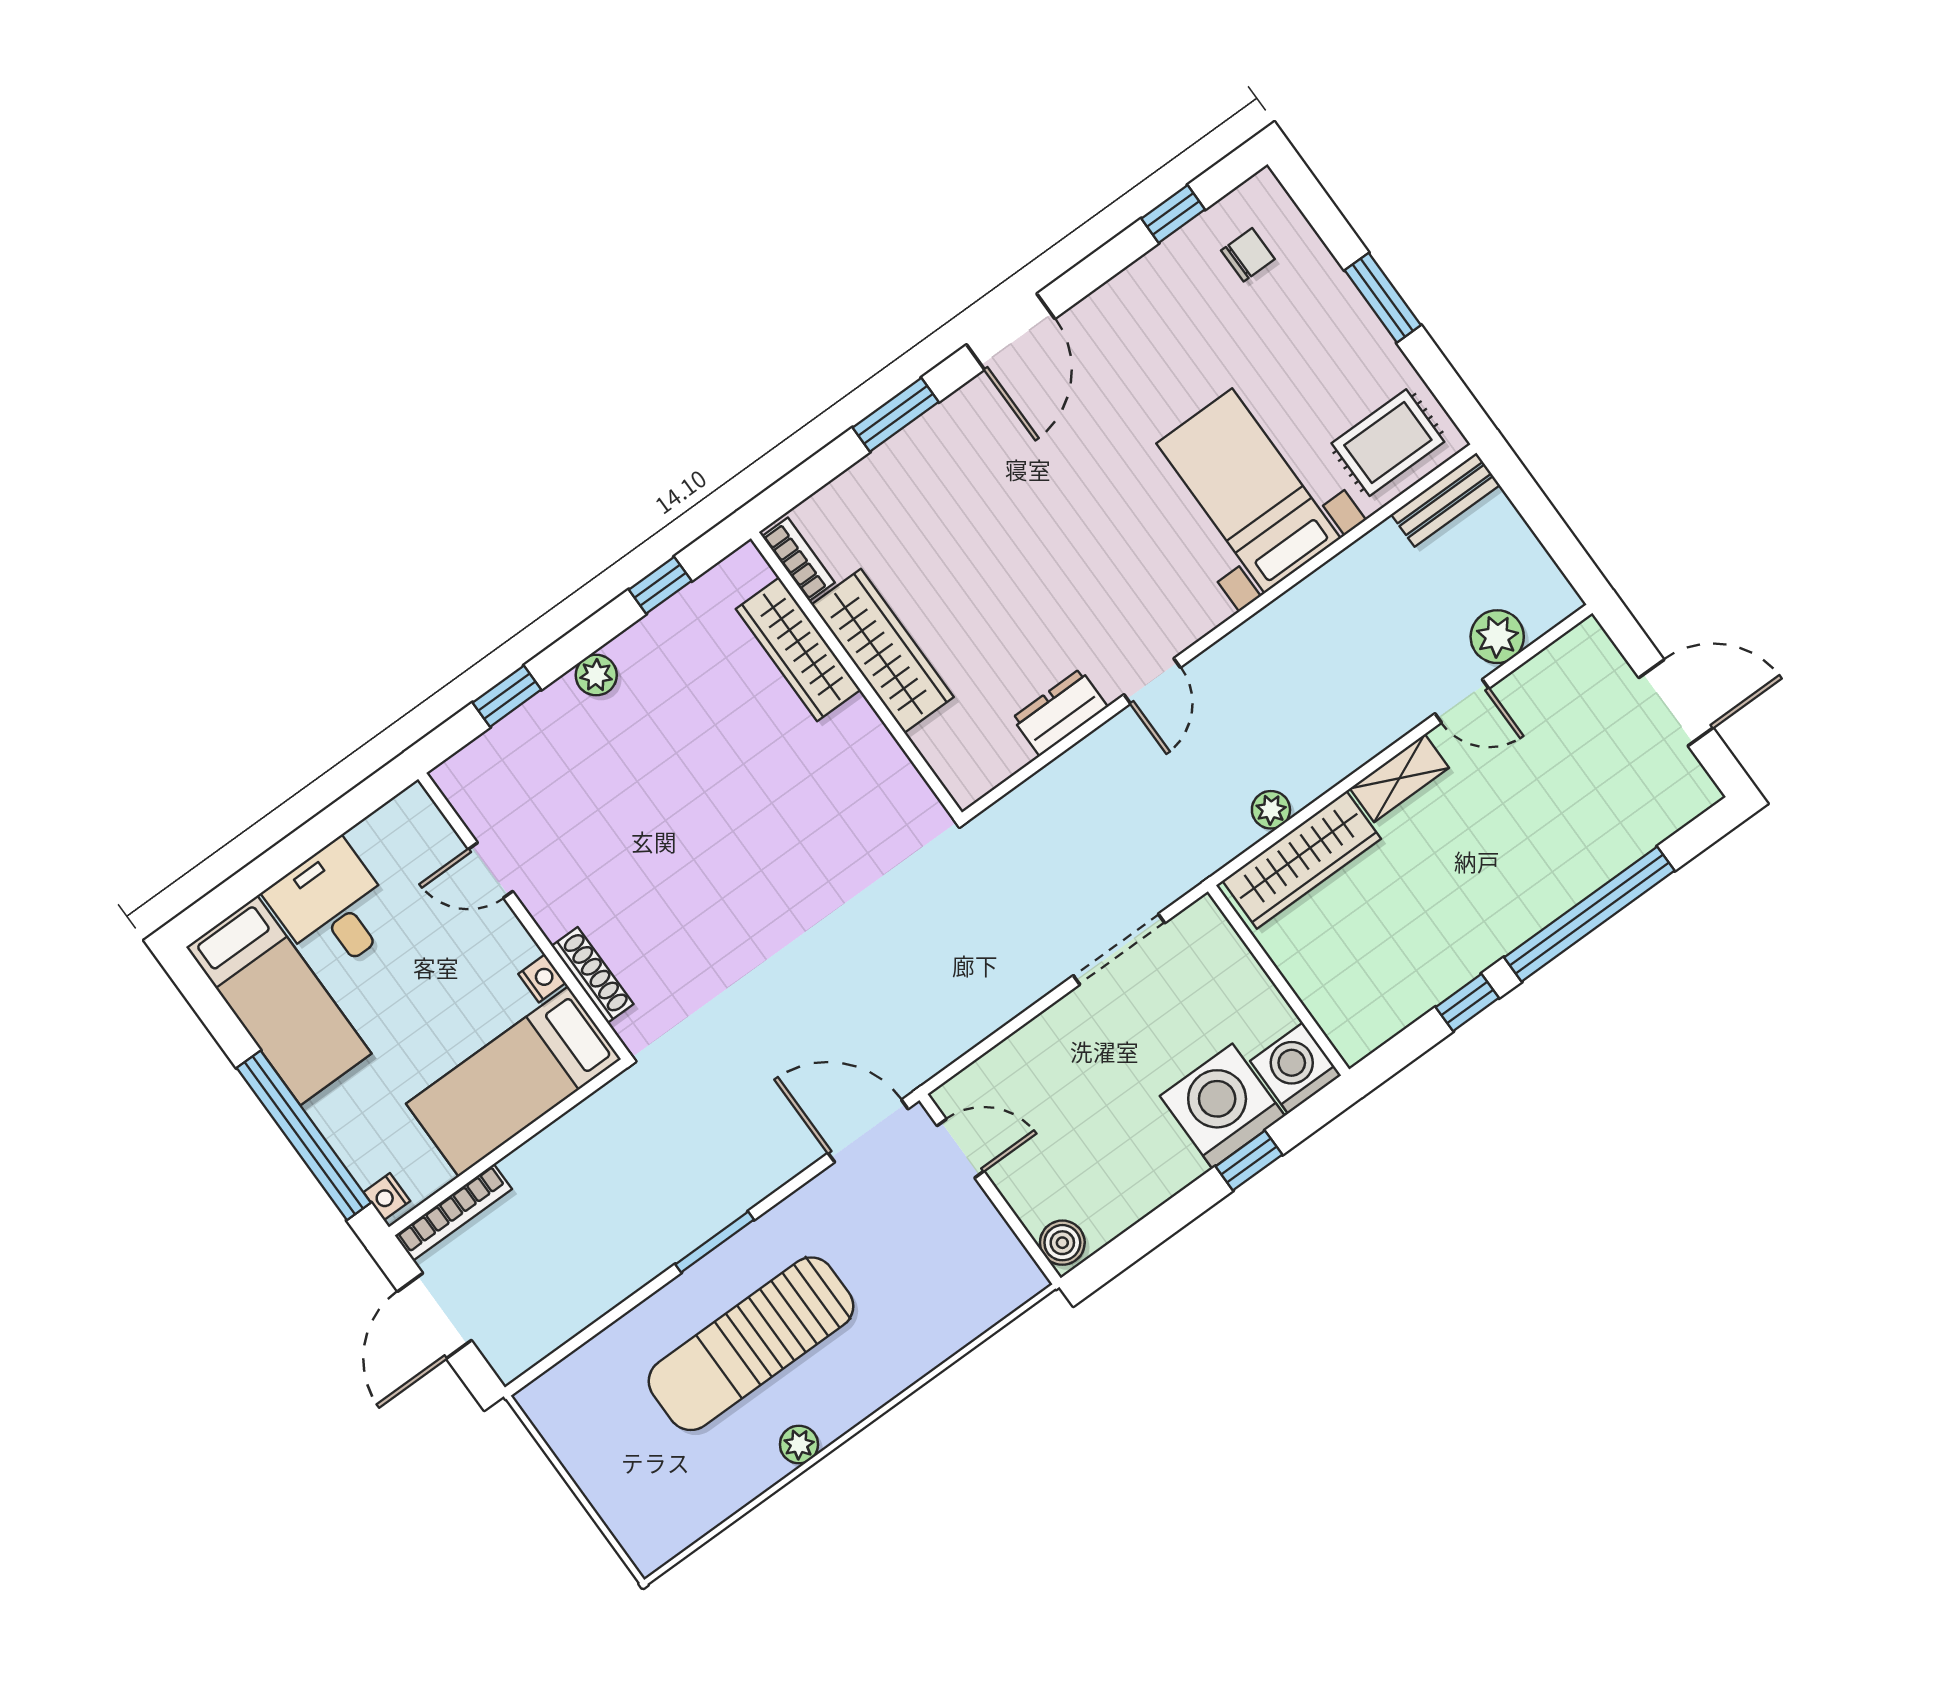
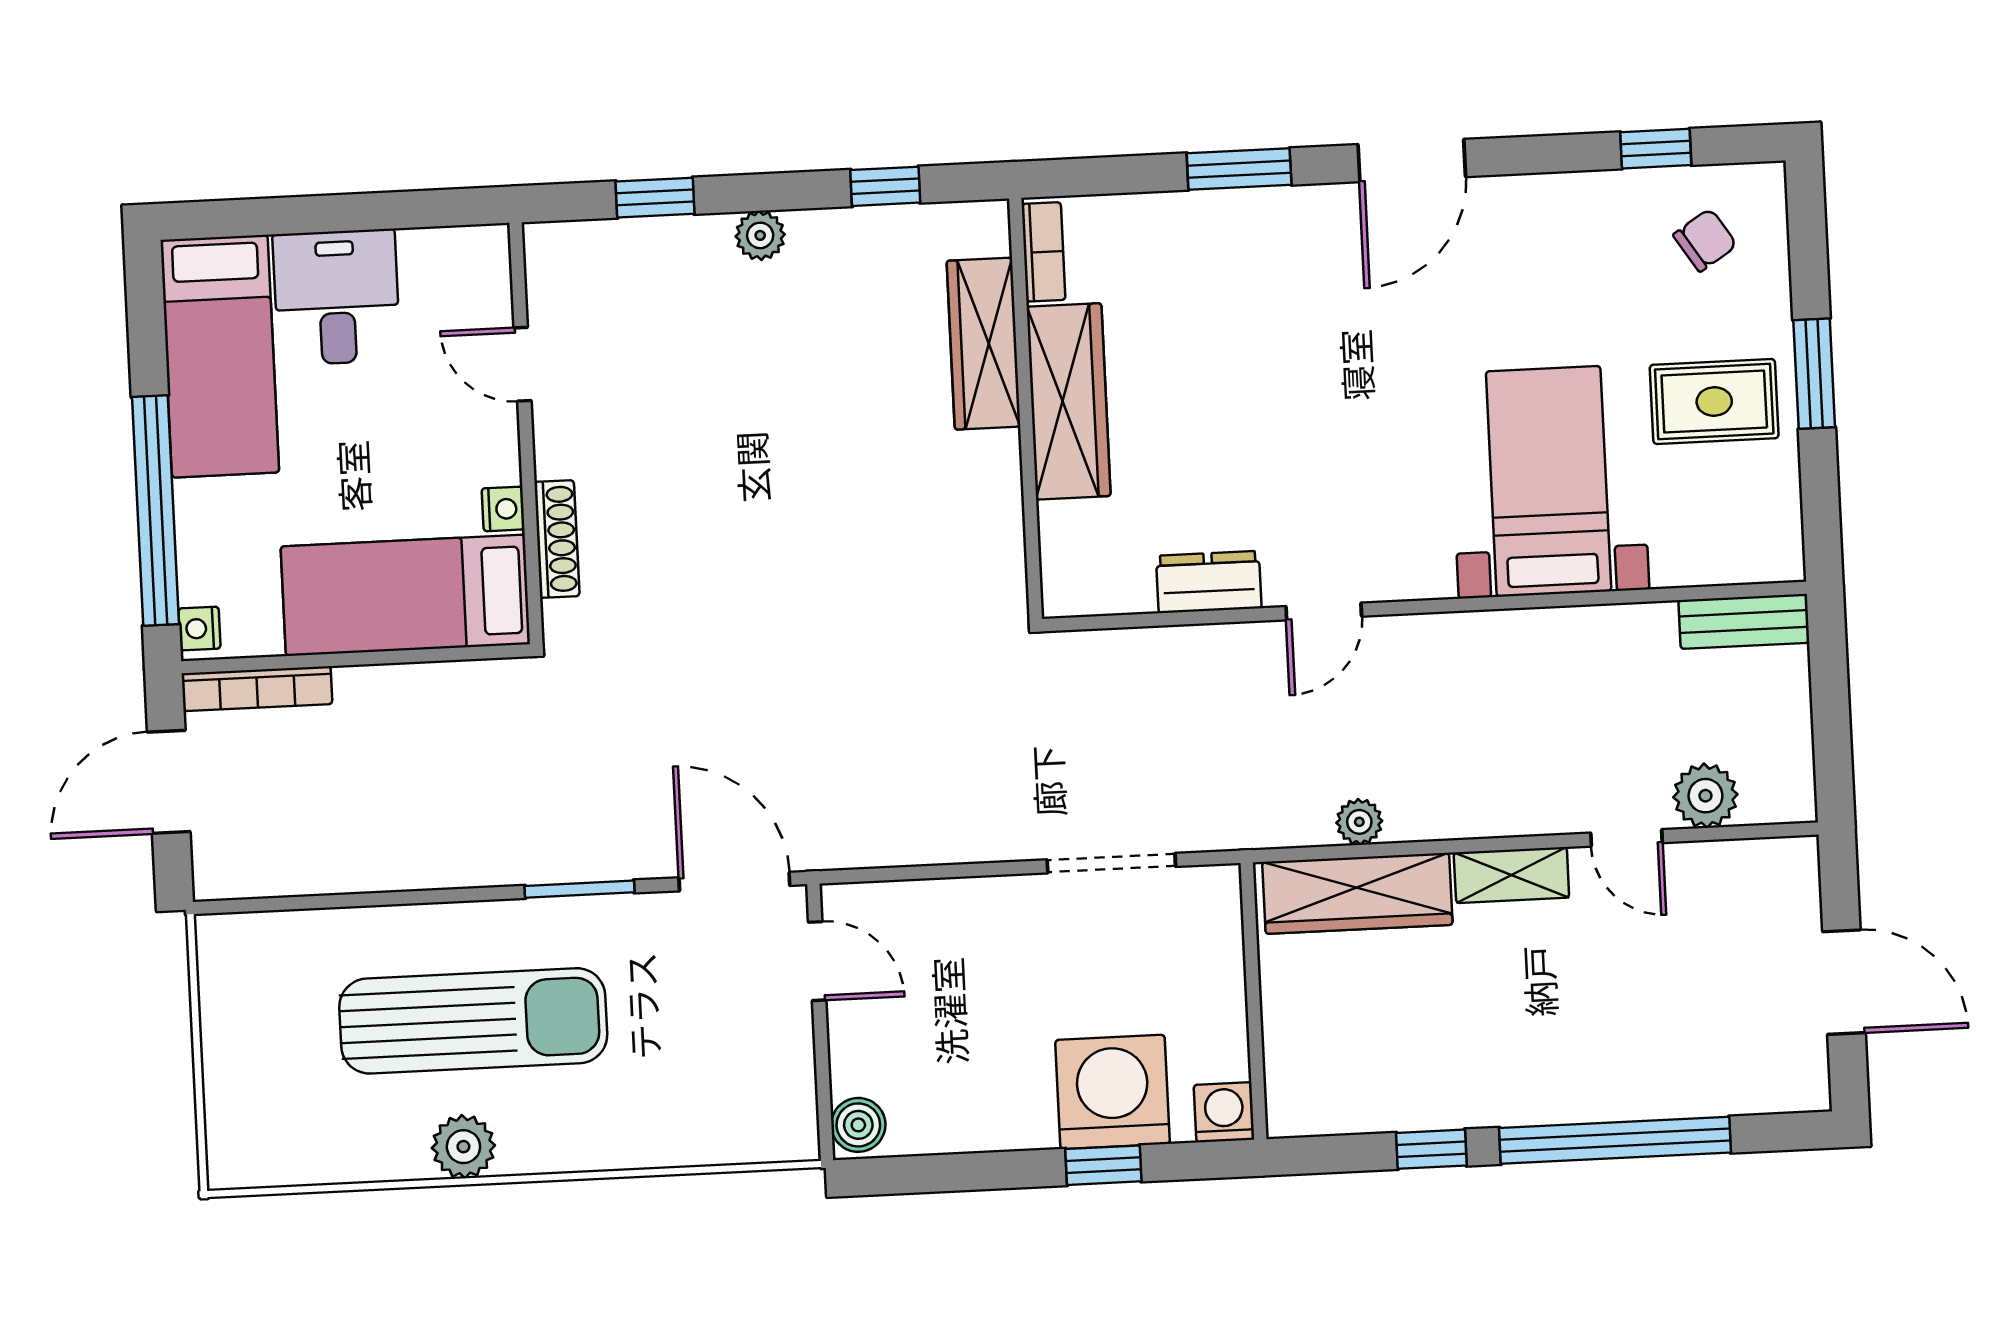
chair: (1248, 255) -> (1705, 240), turned -33
rug: (1388, 443) -> (1714, 401), moved
washing machine: (1296, 1068) -> (1224, 1112), width x0.73, depth x0.73
window: (715, 1242) -> (579, 889), moved
sun lounger: (751, 1344) -> (473, 1021), turned 180
plant: (799, 1445) -> (463, 1147), width x1.38, depth x1.38

